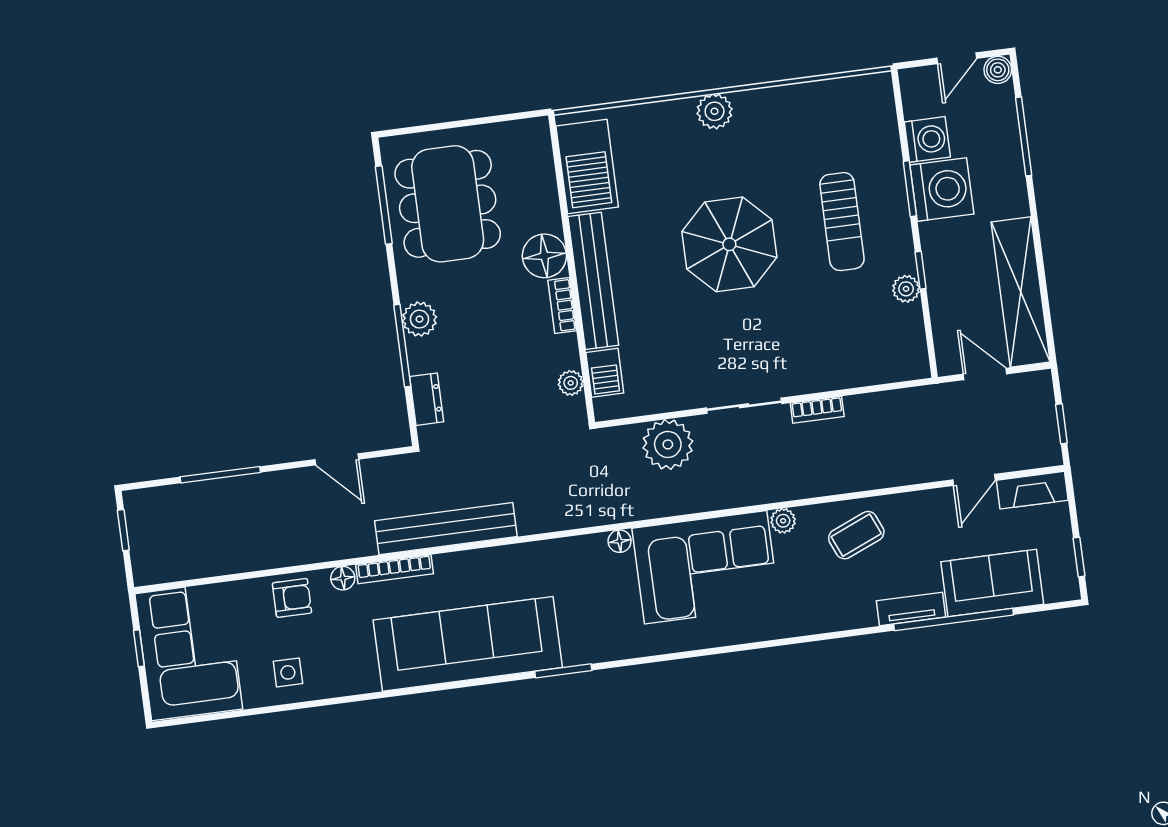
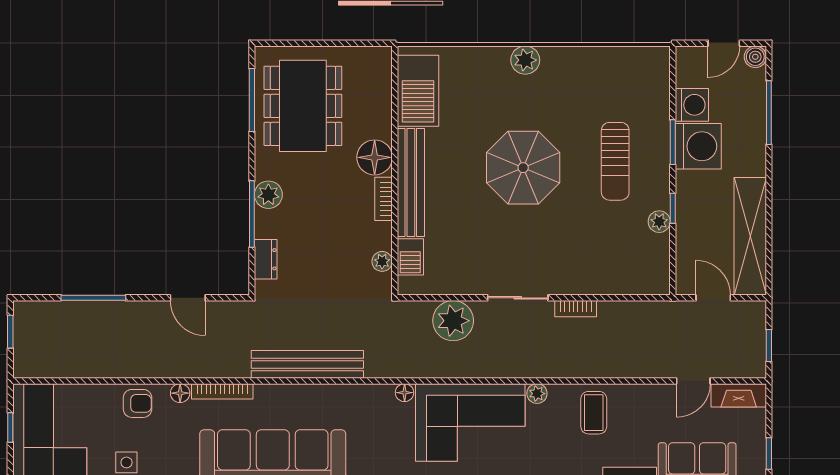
bench: (446, 529) -> (307, 364), moved
coffee table: (856, 535) -> (594, 413), turned -67

